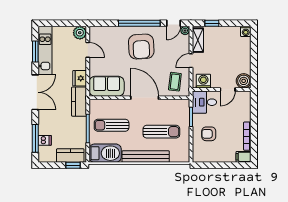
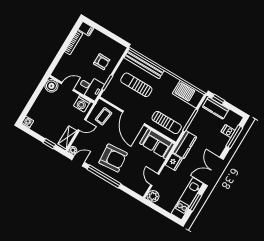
armchair: (141, 47) -> (113, 158), turned 88
sun lounger: (112, 125) -> (167, 123), moved
bench: (146, 157) -> (144, 64), moved

